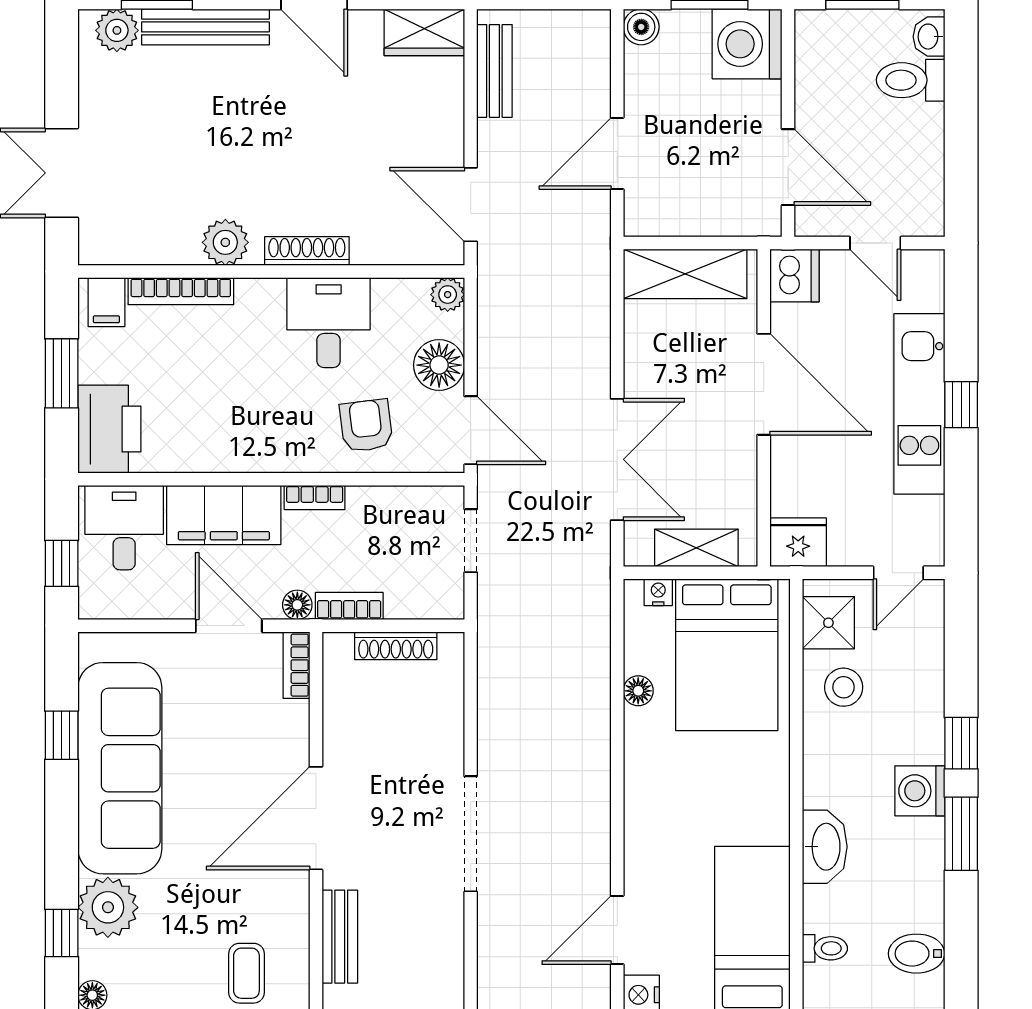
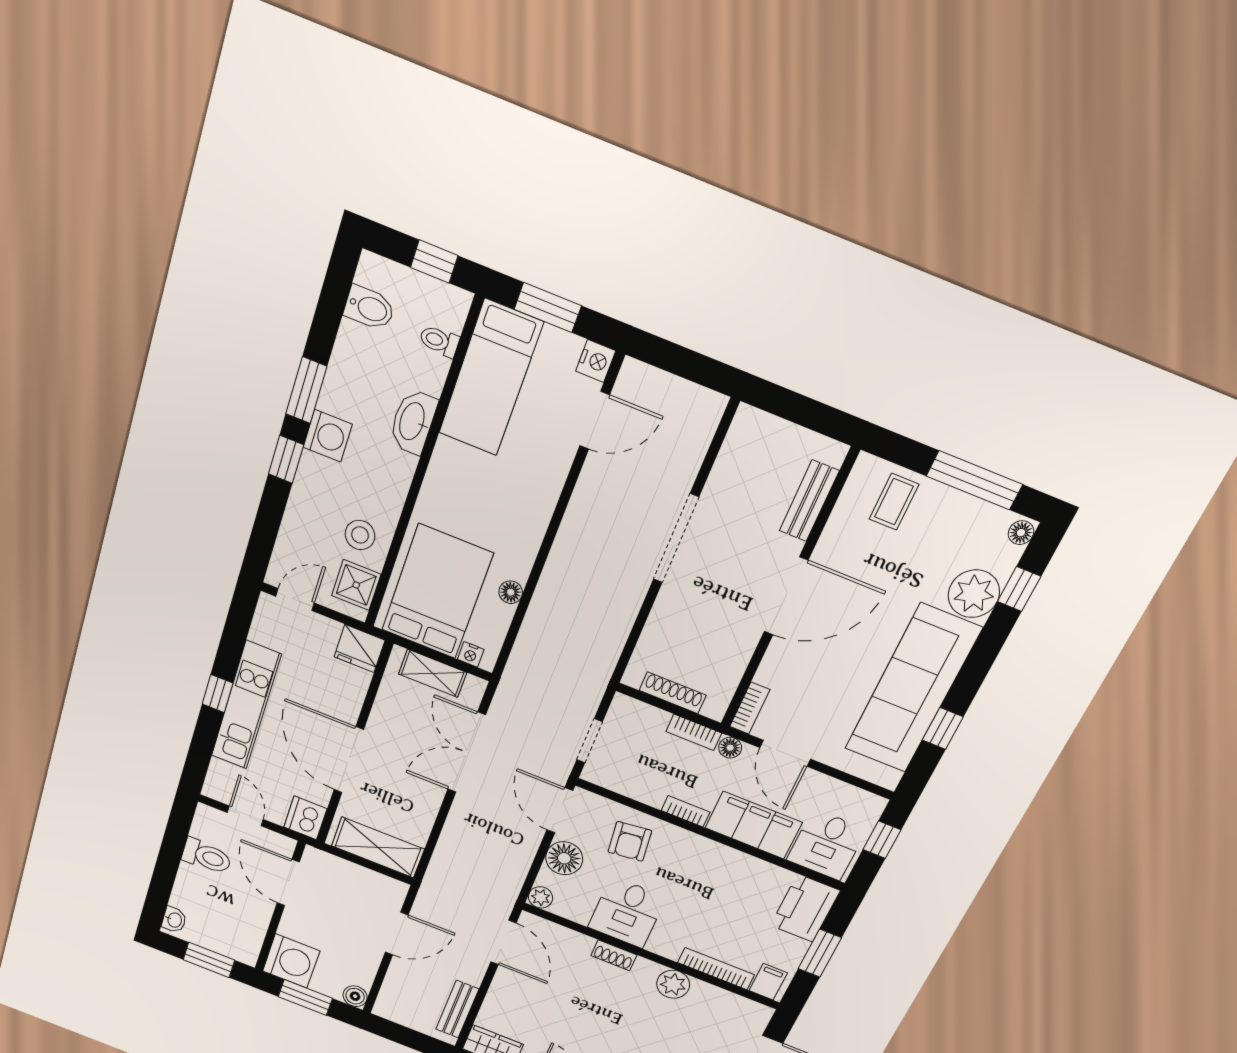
toilet: (911, 80) -> (207, 856), moved
shoe rack: (307, 251) -> (614, 955), width x0.70

